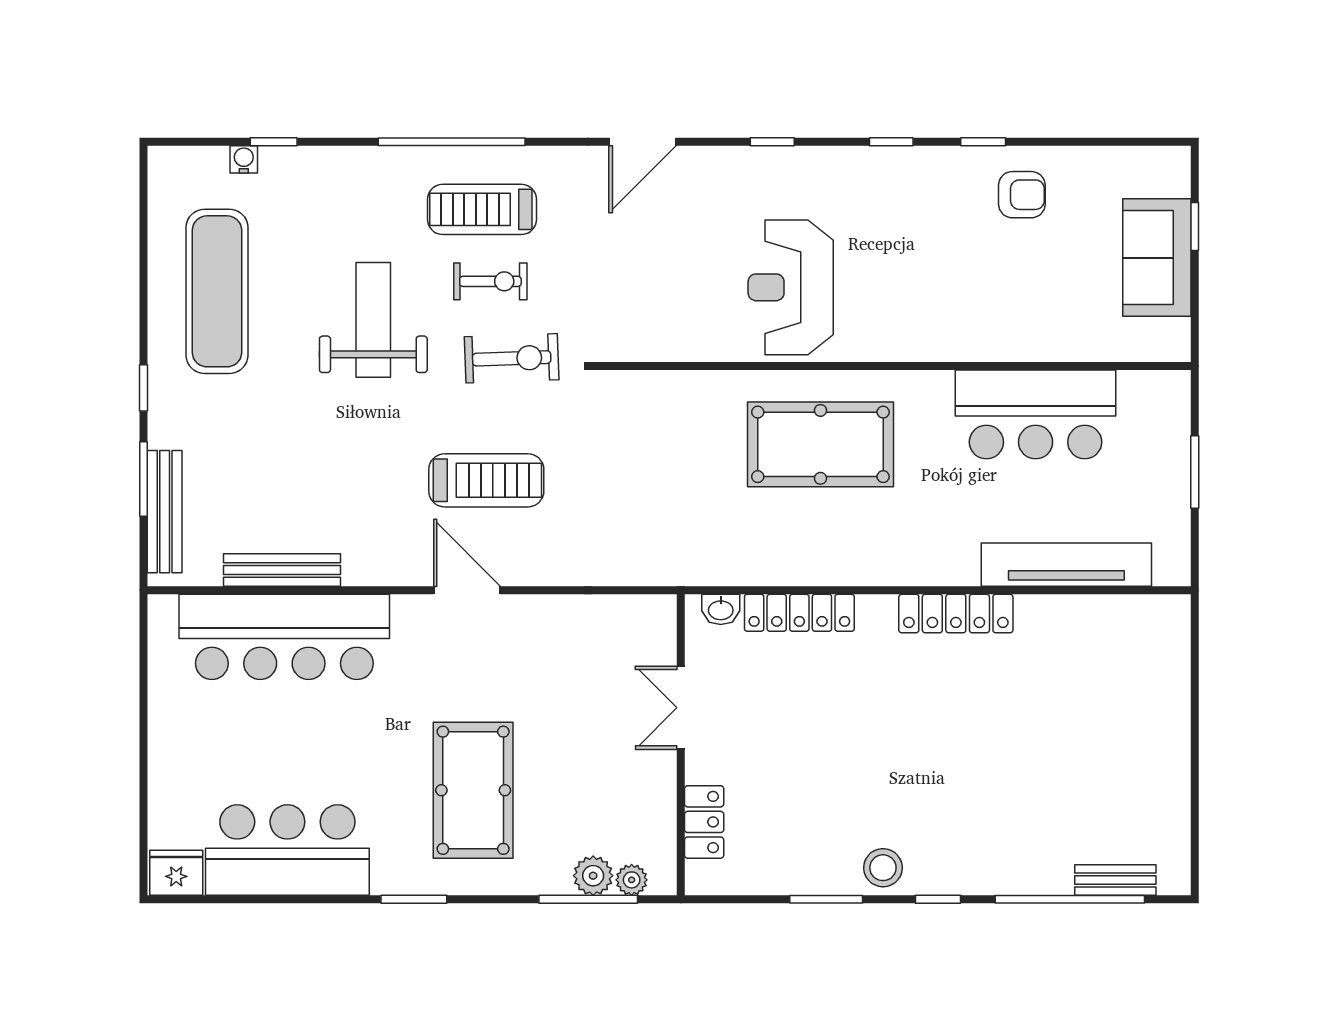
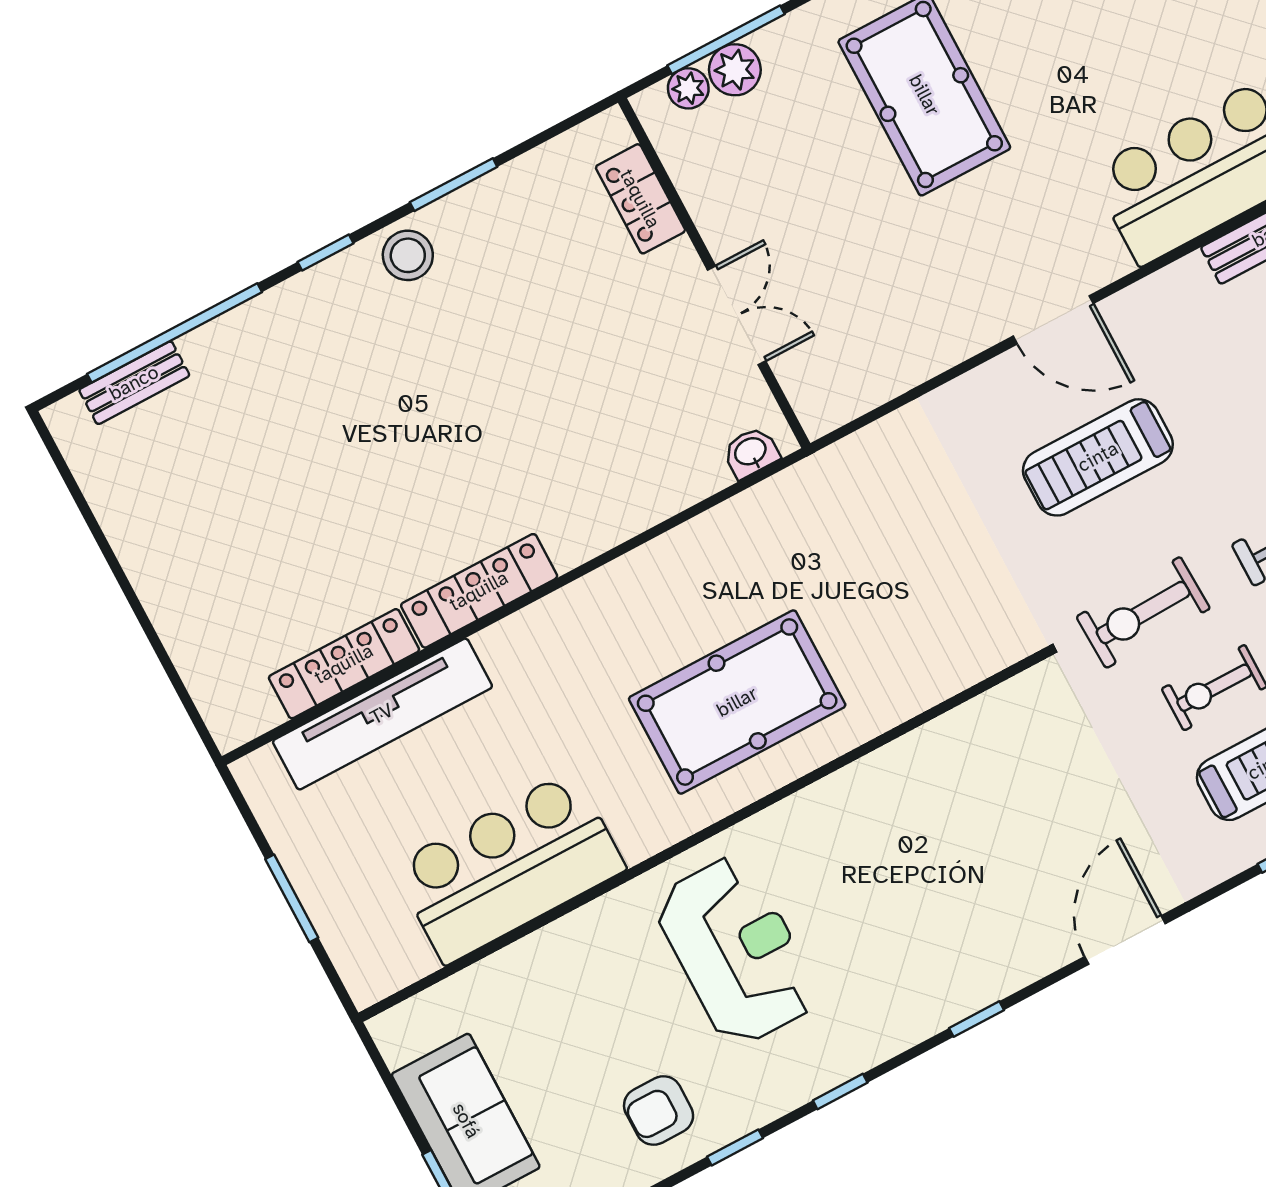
reception desk: (791, 287) -> (737, 951), moved
locker: (799, 613) -> (344, 664), moved

